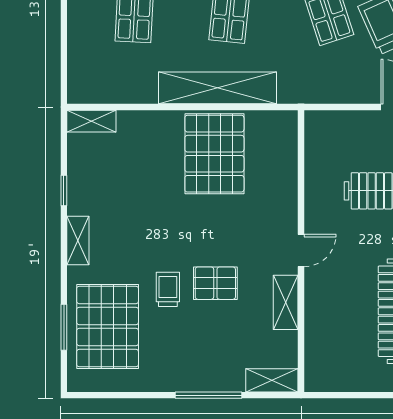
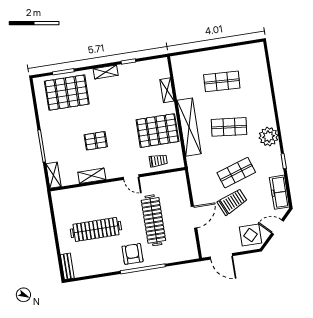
shelving: (91, 121) -> (167, 90), moved
door: (301, 251) -> (131, 177), moved
pallet: (215, 283) -> (96, 141), turned 90
trolley: (168, 289) -> (158, 161), moved

